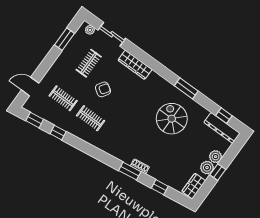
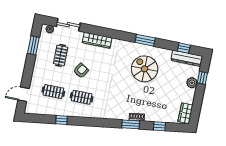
window: (35, 120) -> (39, 119), removed
plant: (207, 168) -> (189, 94), removed
window: (218, 172) -> (202, 78), moved

